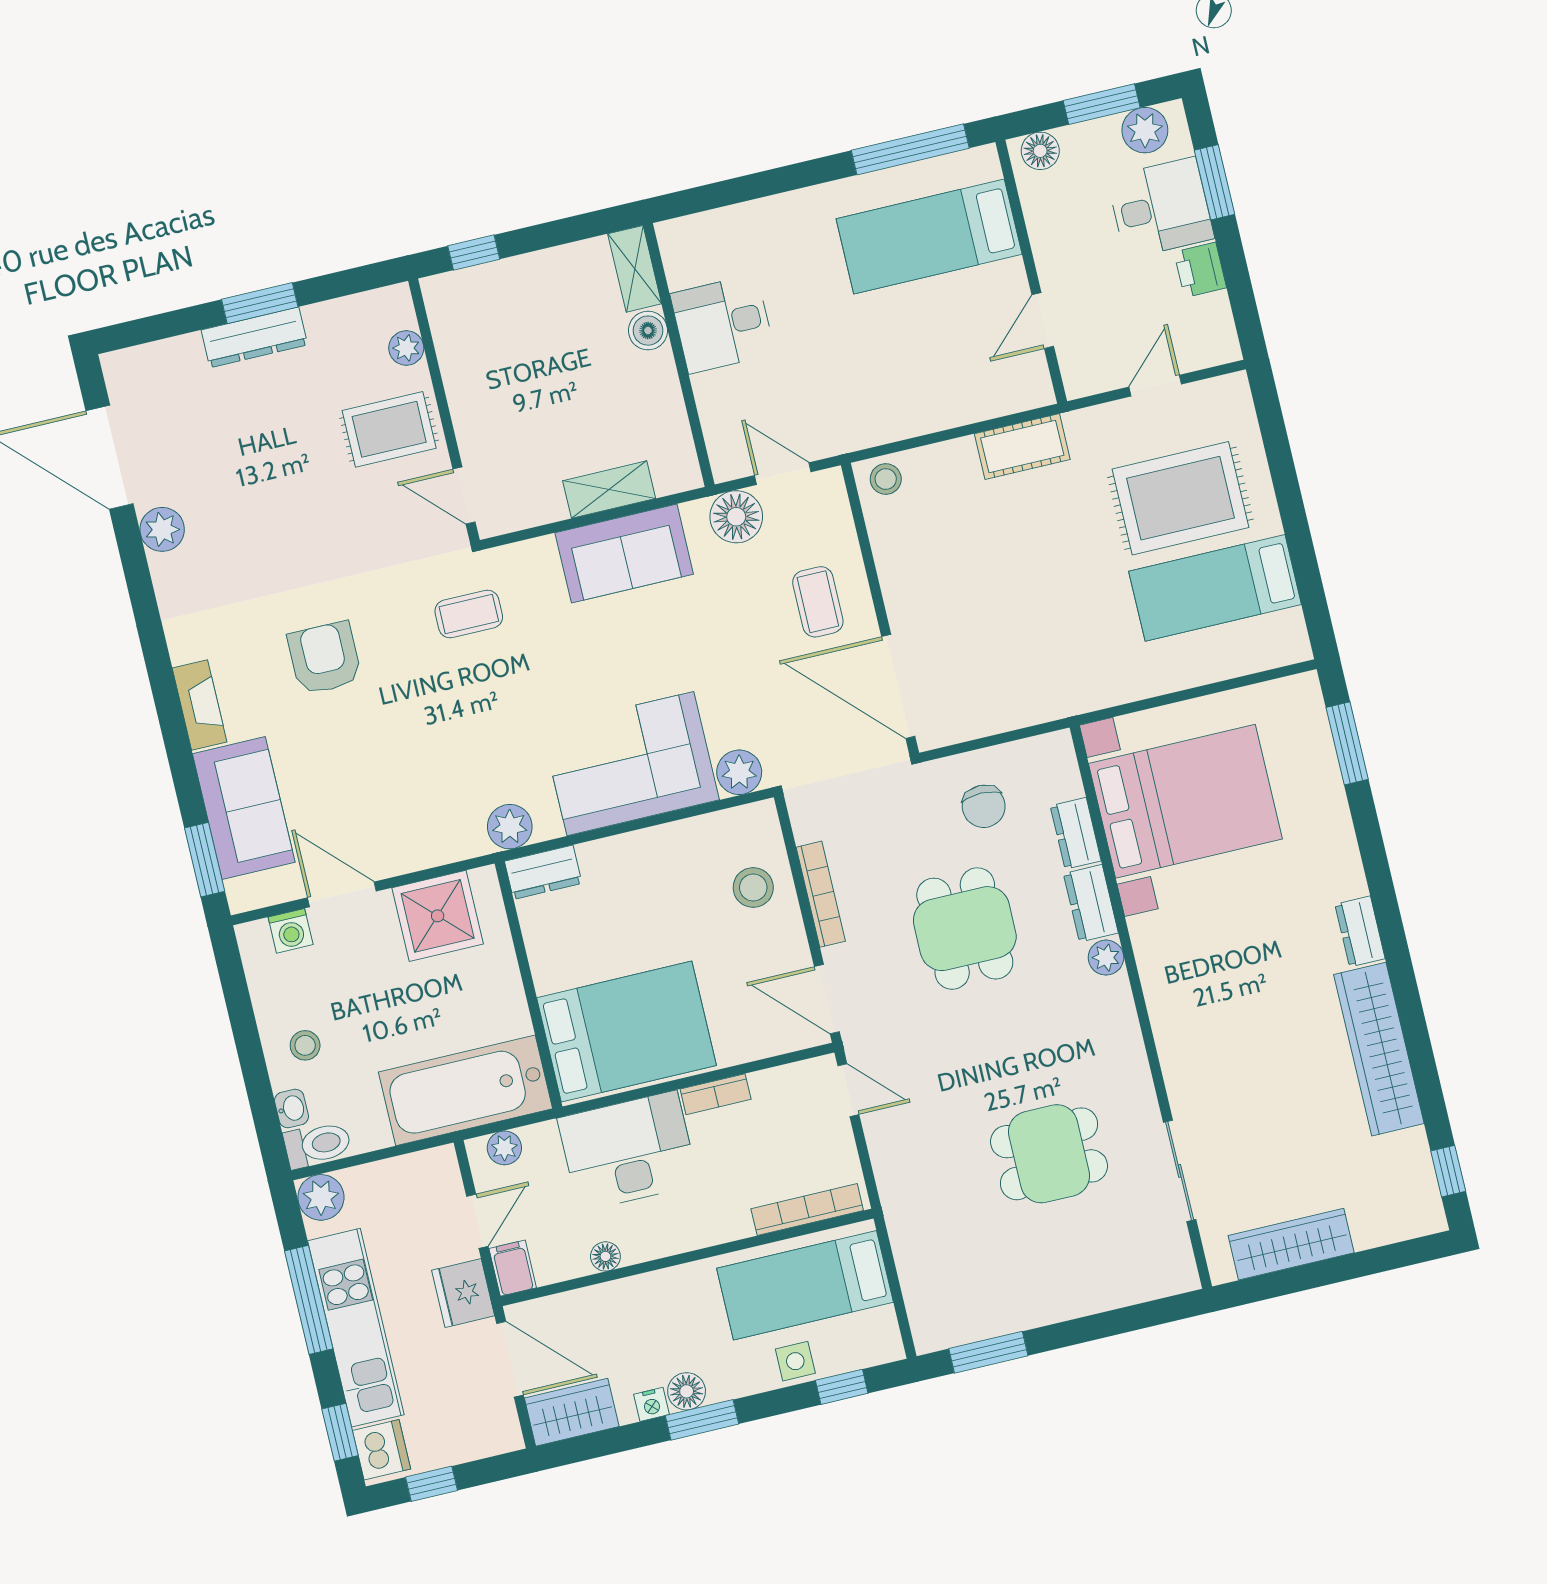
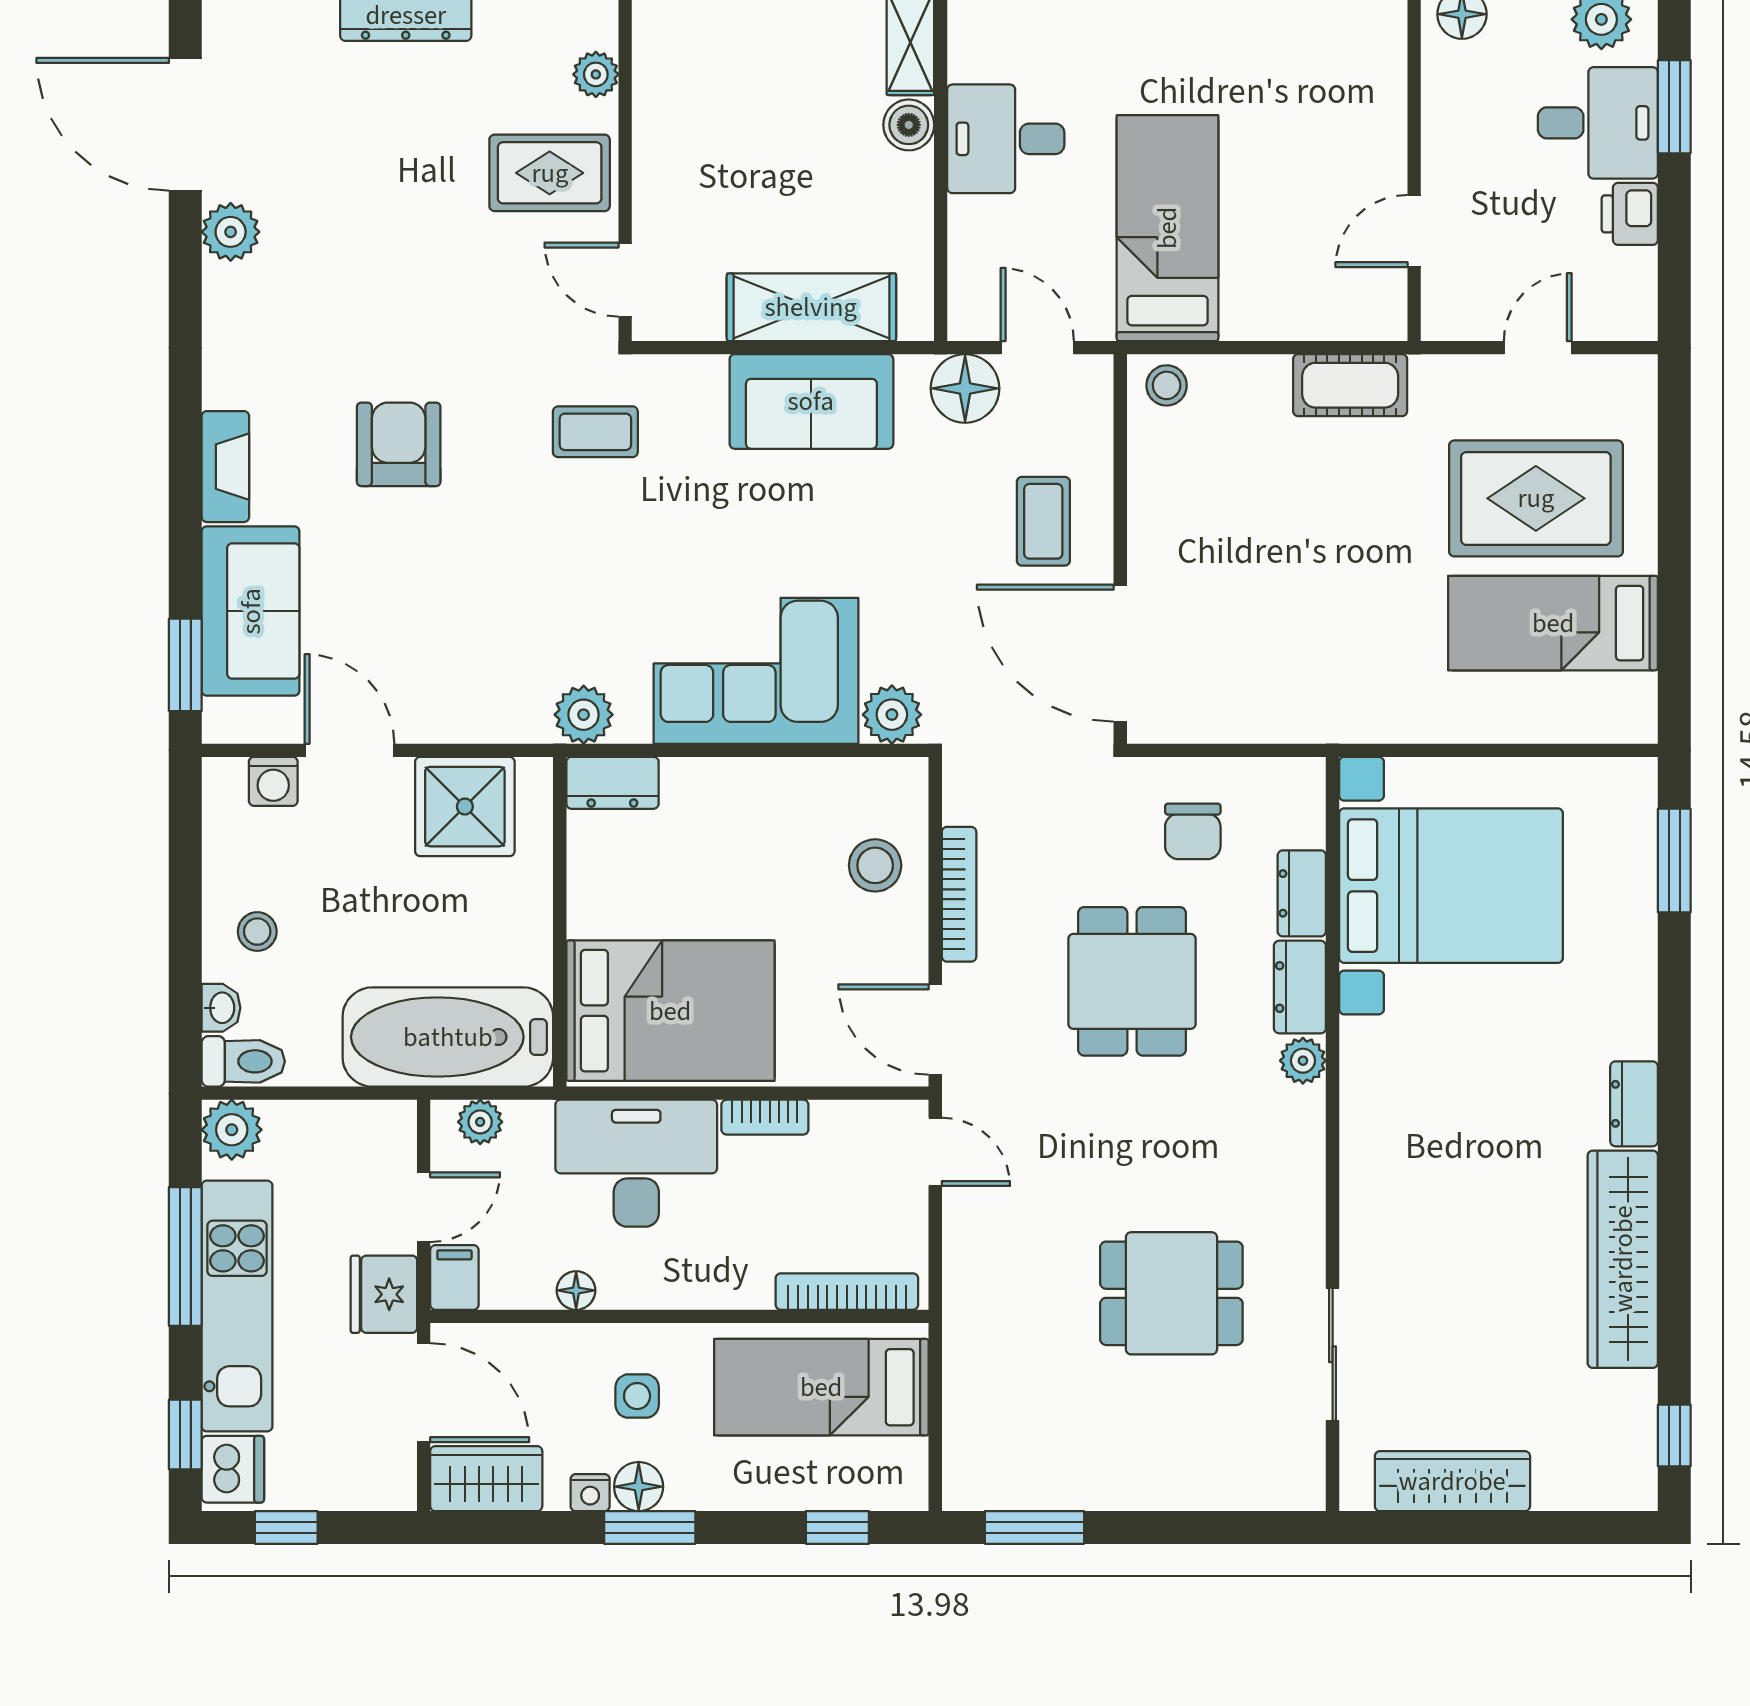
bed: (929, 237) -> (1167, 228), moved, turned 90
shelving: (609, 490) -> (811, 307), width x1.50, depth x1.33
side table: (795, 1361) -> (637, 1396), moved

